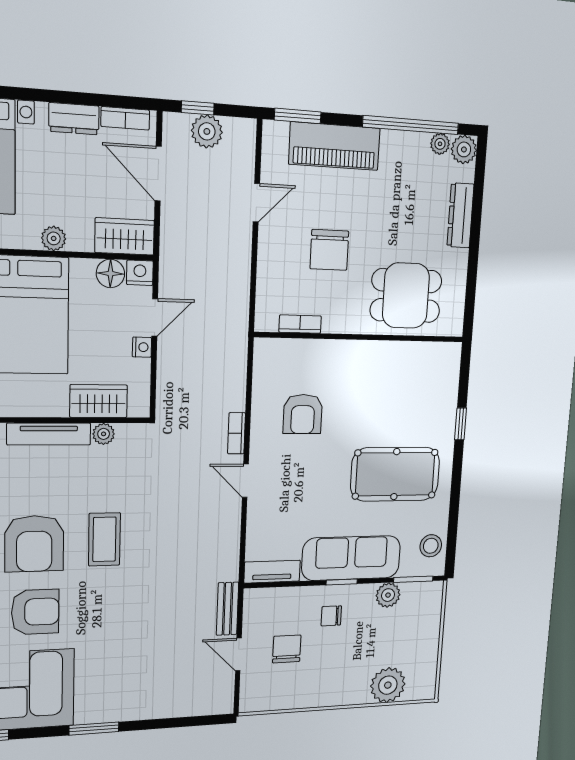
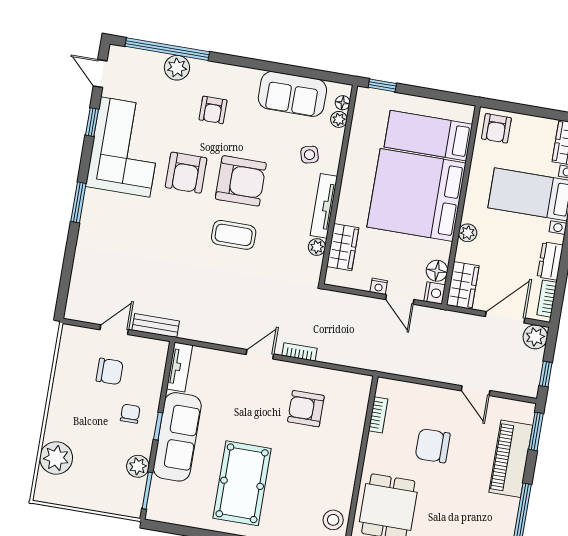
window: (198, 108) -> (546, 374), moved
plant: (207, 131) -> (535, 337), moved
armchair: (34, 544) -> (241, 181), turned 180
stool: (431, 546) -> (333, 520), moved

